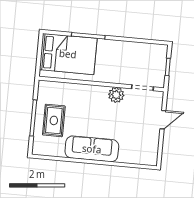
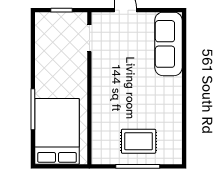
plant: (116, 95) -> (101, 69), removed
sofa: (92, 149) -> (168, 44), moved

